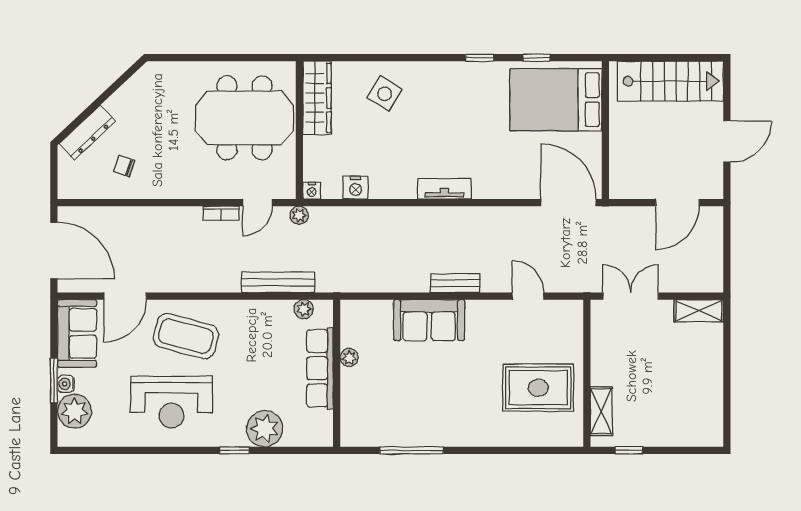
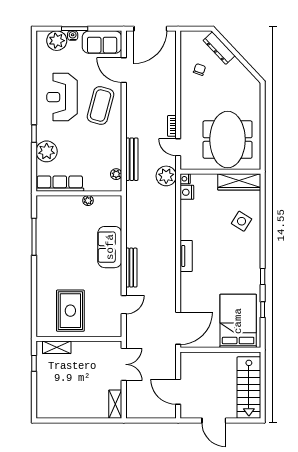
nightstand: (356, 188) -> (187, 192), moved
plant: (299, 215) -> (166, 176), width x1.87, depth x1.87
bench: (455, 283) -> (131, 268), width x1.36
row of seats: (320, 368) -> (60, 184), moved

